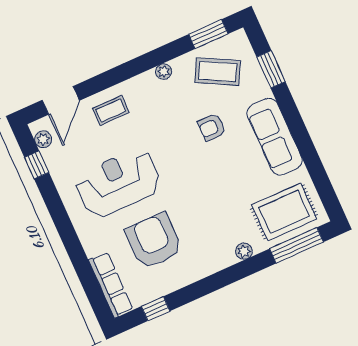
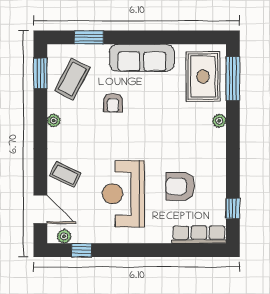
coffee table: (111, 110) -> (65, 174), turned -65
armchair: (154, 241) -> (180, 186), width x0.73, depth x0.73

